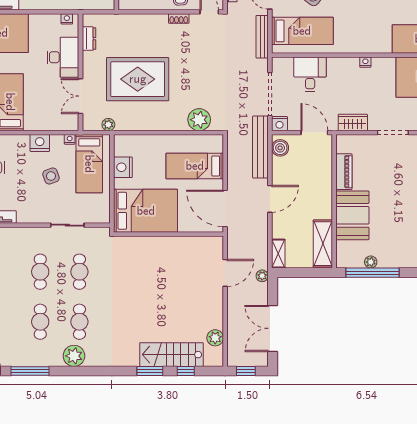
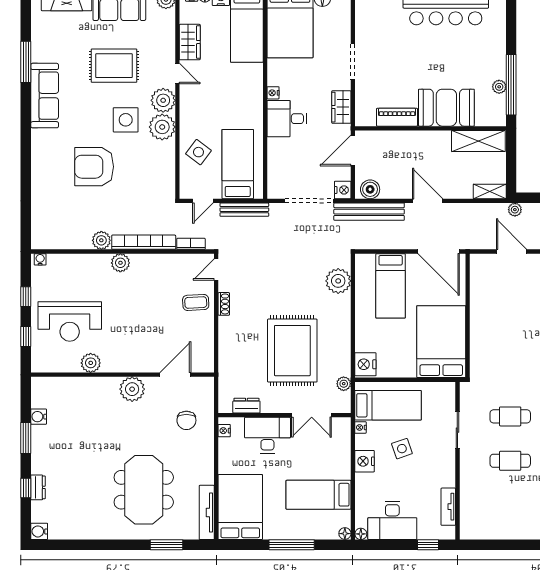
desk: (310, 74) -> (287, 119), moved
nightstand: (123, 167) -> (365, 364), moved, turned 90
door: (225, 208) -> (439, 251), hinge flipped

